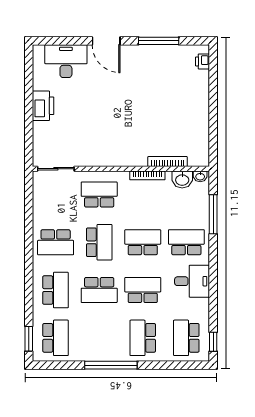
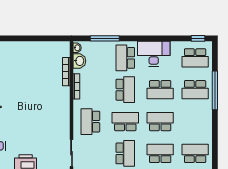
school desk: (143, 242) -> (125, 90), turned 180
desk: (192, 281) -> (154, 54), width x1.37
school desk: (99, 290) -> (160, 122), turned -90
school desk: (143, 290) -> (160, 90), turned -90
window: (111, 365) -> (215, 90), moved

